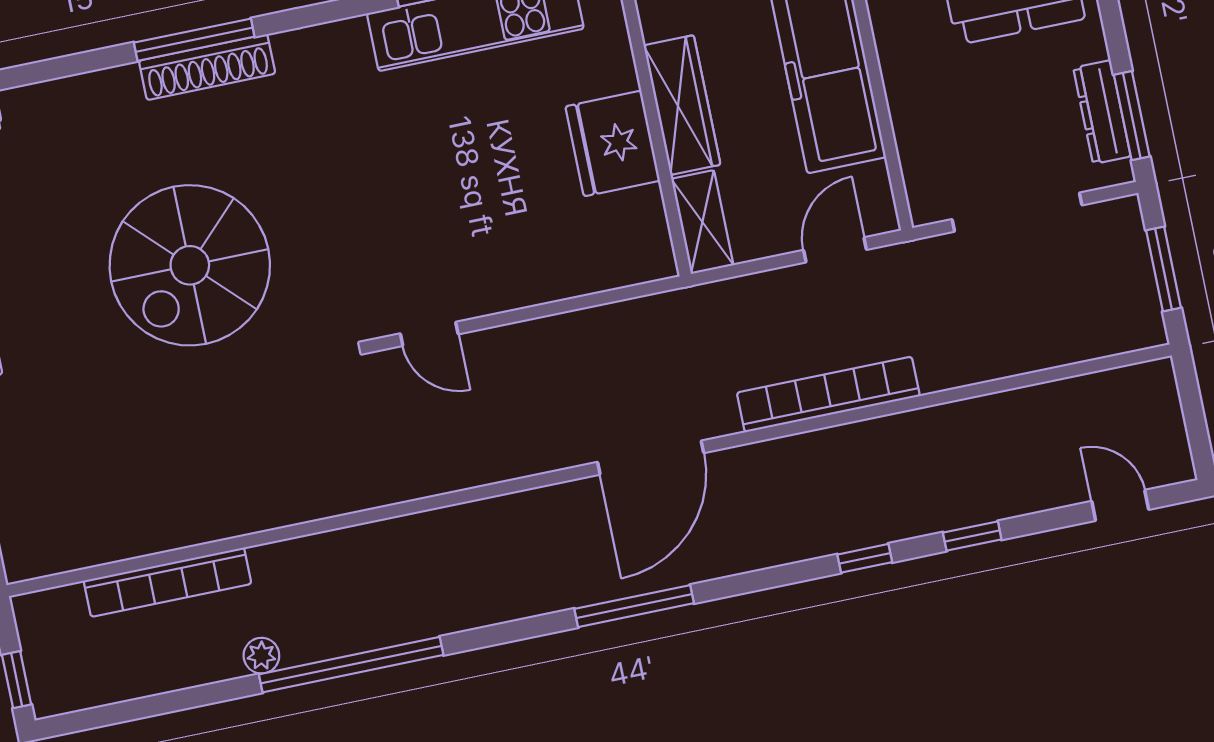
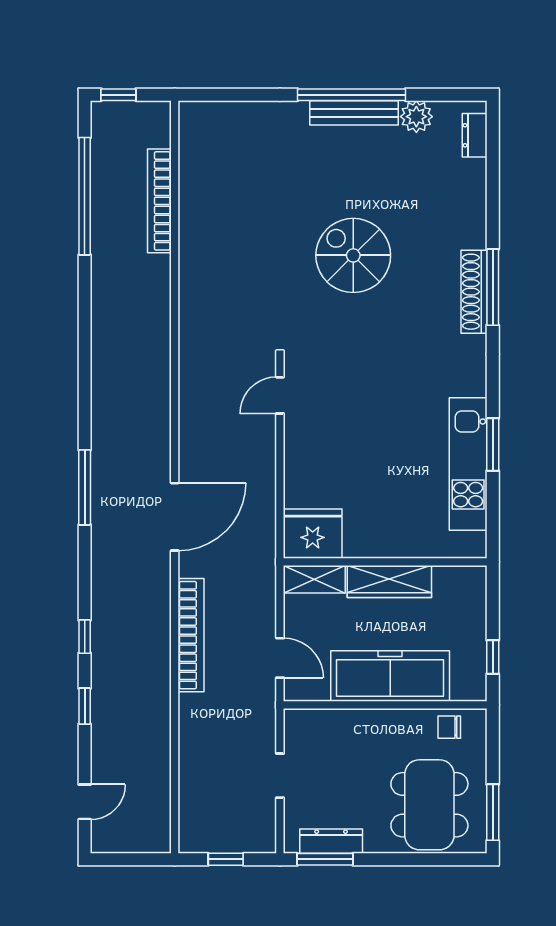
fridge: (613, 144) -> (313, 534), moved
doorway: (1017, 212) -> (280, 776), width x0.53
spiral stairs: (190, 265) -> (353, 255), width x0.73, depth x0.73
window: (1164, 269) -> (226, 859), width x0.67
door: (651, 458) -> (175, 517), swing flipped
plant: (261, 656) -> (102, 250), removed
window: (351, 665) -> (85, 196), moved

